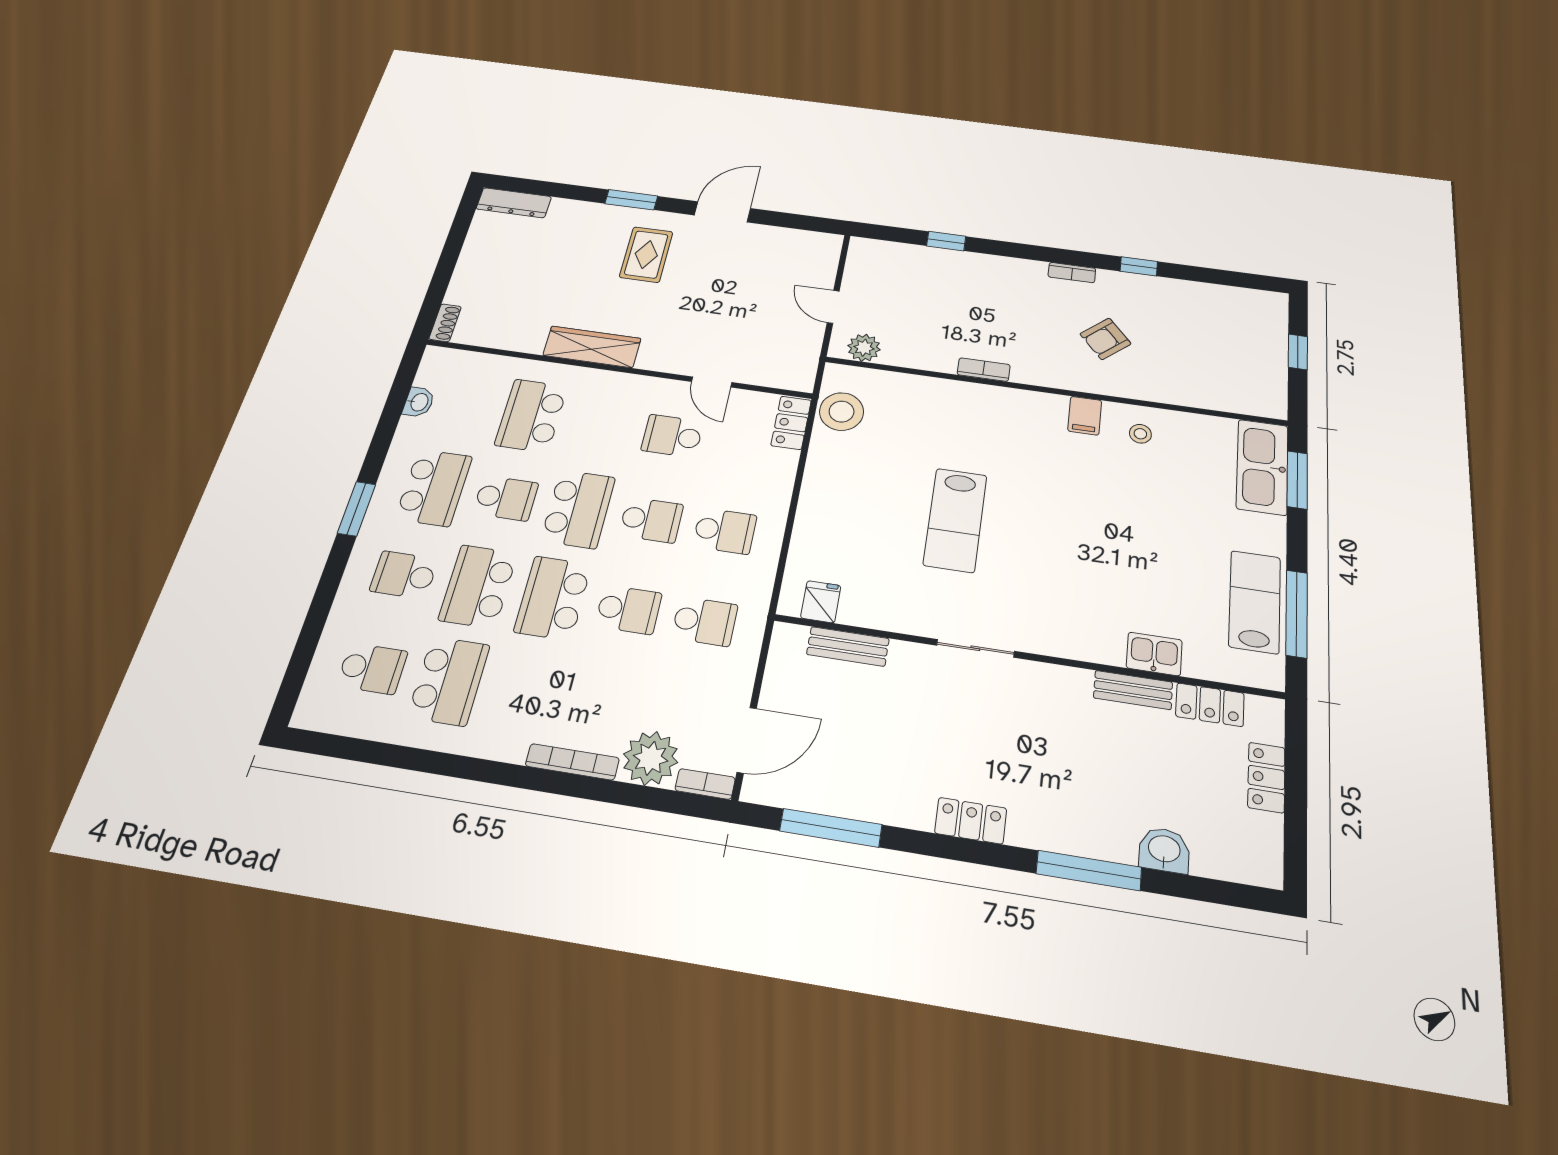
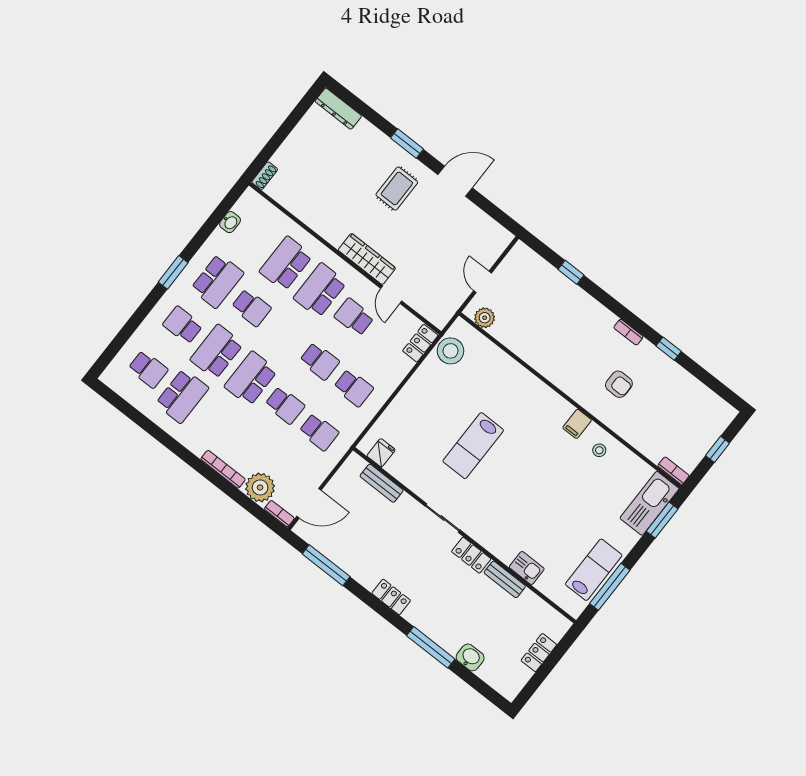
armchair: (1105, 339) -> (619, 384), turned -139
wardrobe: (592, 347) -> (367, 259), moved
bookcase: (984, 370) -> (673, 471), moved
school desk: (578, 509) -> (320, 290), moved, turned 180
locker: (1210, 705) -> (471, 555), moved

